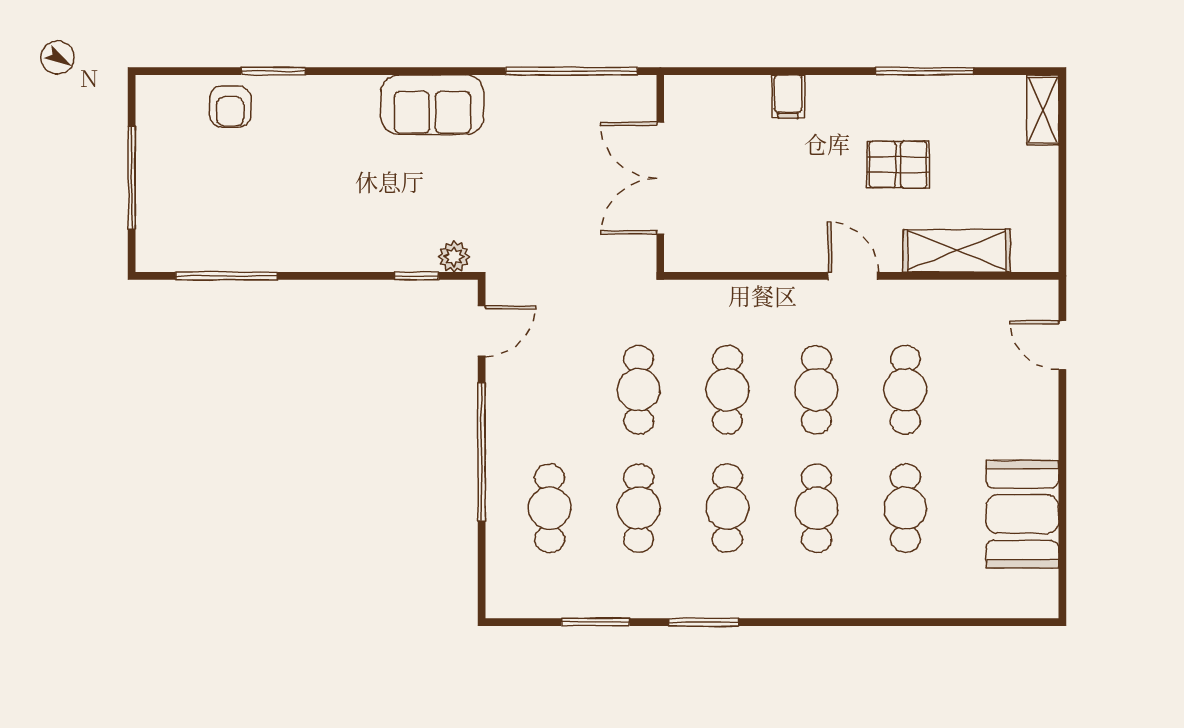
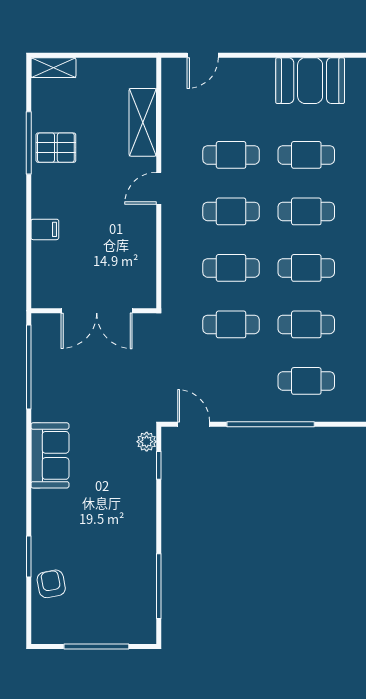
armchair: (230, 107) -> (51, 584), turned -101
pallet: (898, 165) -> (56, 148), moved, turned 90

